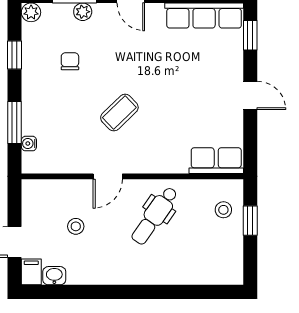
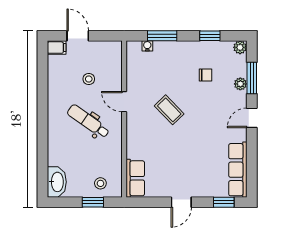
dental chair: (155, 216) -> (88, 121), moved
washbasin: (54, 276) -> (57, 182), moved, width x1.91, depth x1.45

